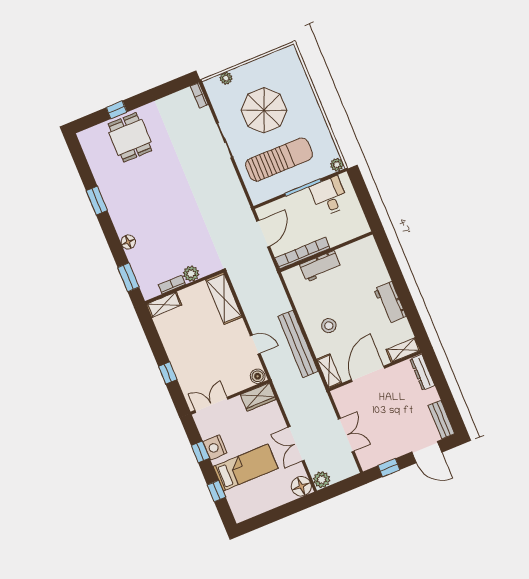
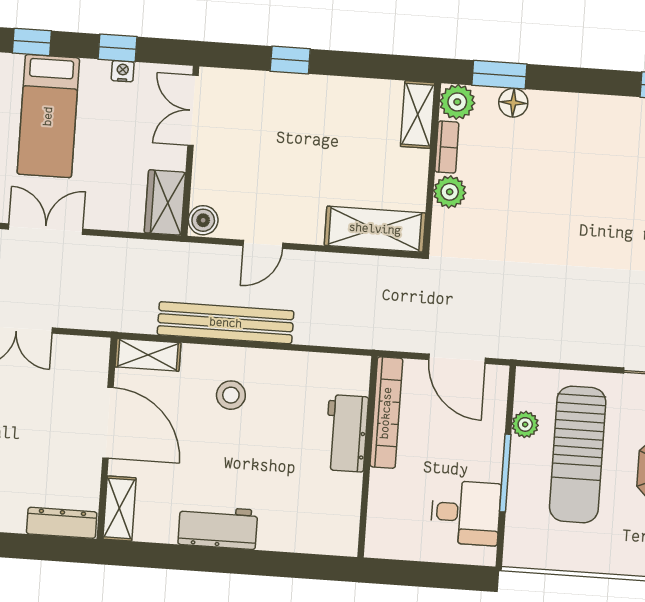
plant: (337, 165) -> (525, 424), moved
floor lamp: (128, 242) -> (513, 103), moved
plant: (150, 290) -> (457, 102), added
double door: (211, 405) -> (193, 110), swing flipped
nightstand: (215, 447) -> (123, 71), width x0.53, depth x0.56

